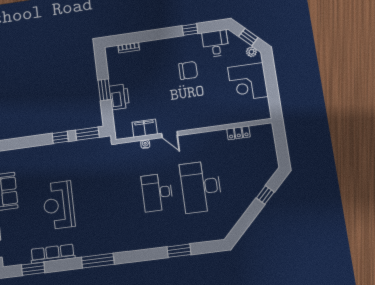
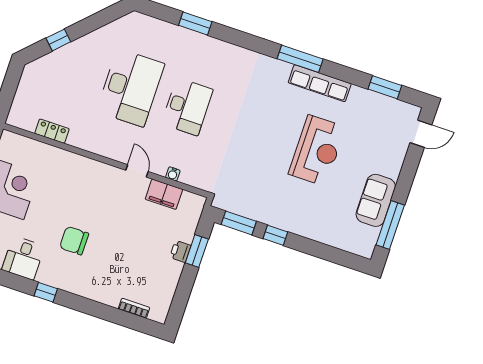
window: (104, 90) -> (197, 251), moved
printer: (119, 97) -> (180, 251), width x0.53, depth x0.68
row of seats: (53, 254) -> (320, 83), moved

